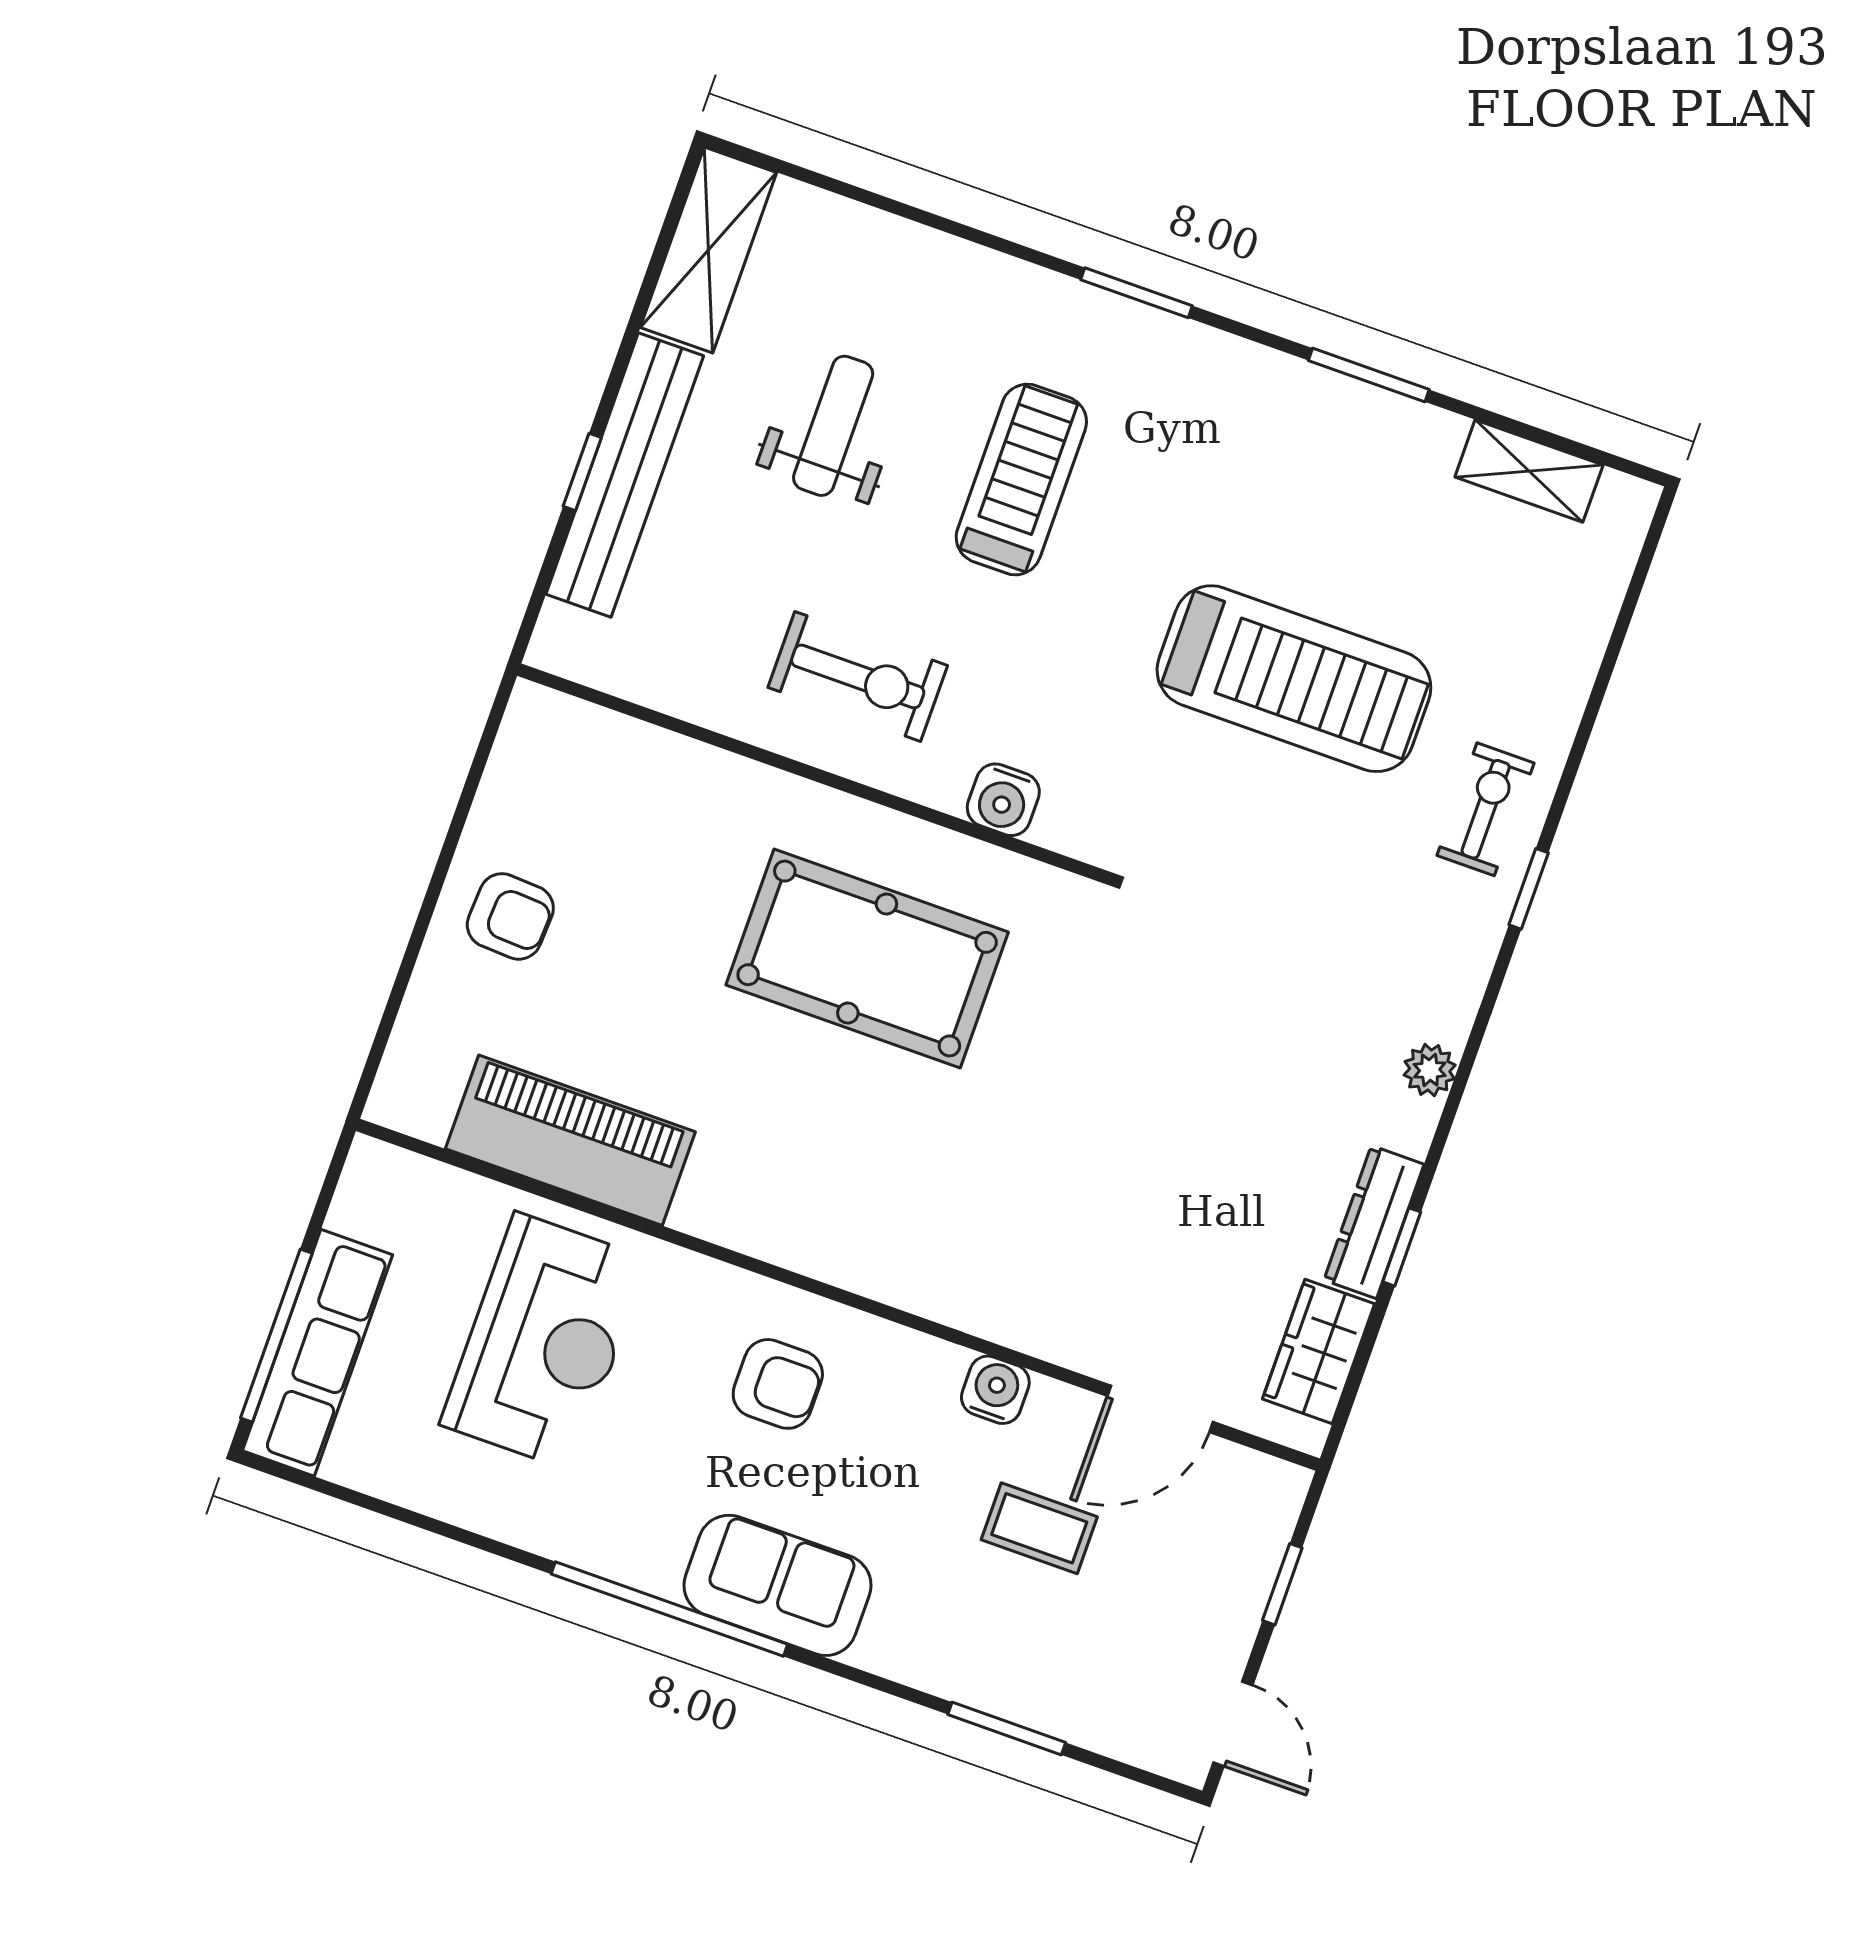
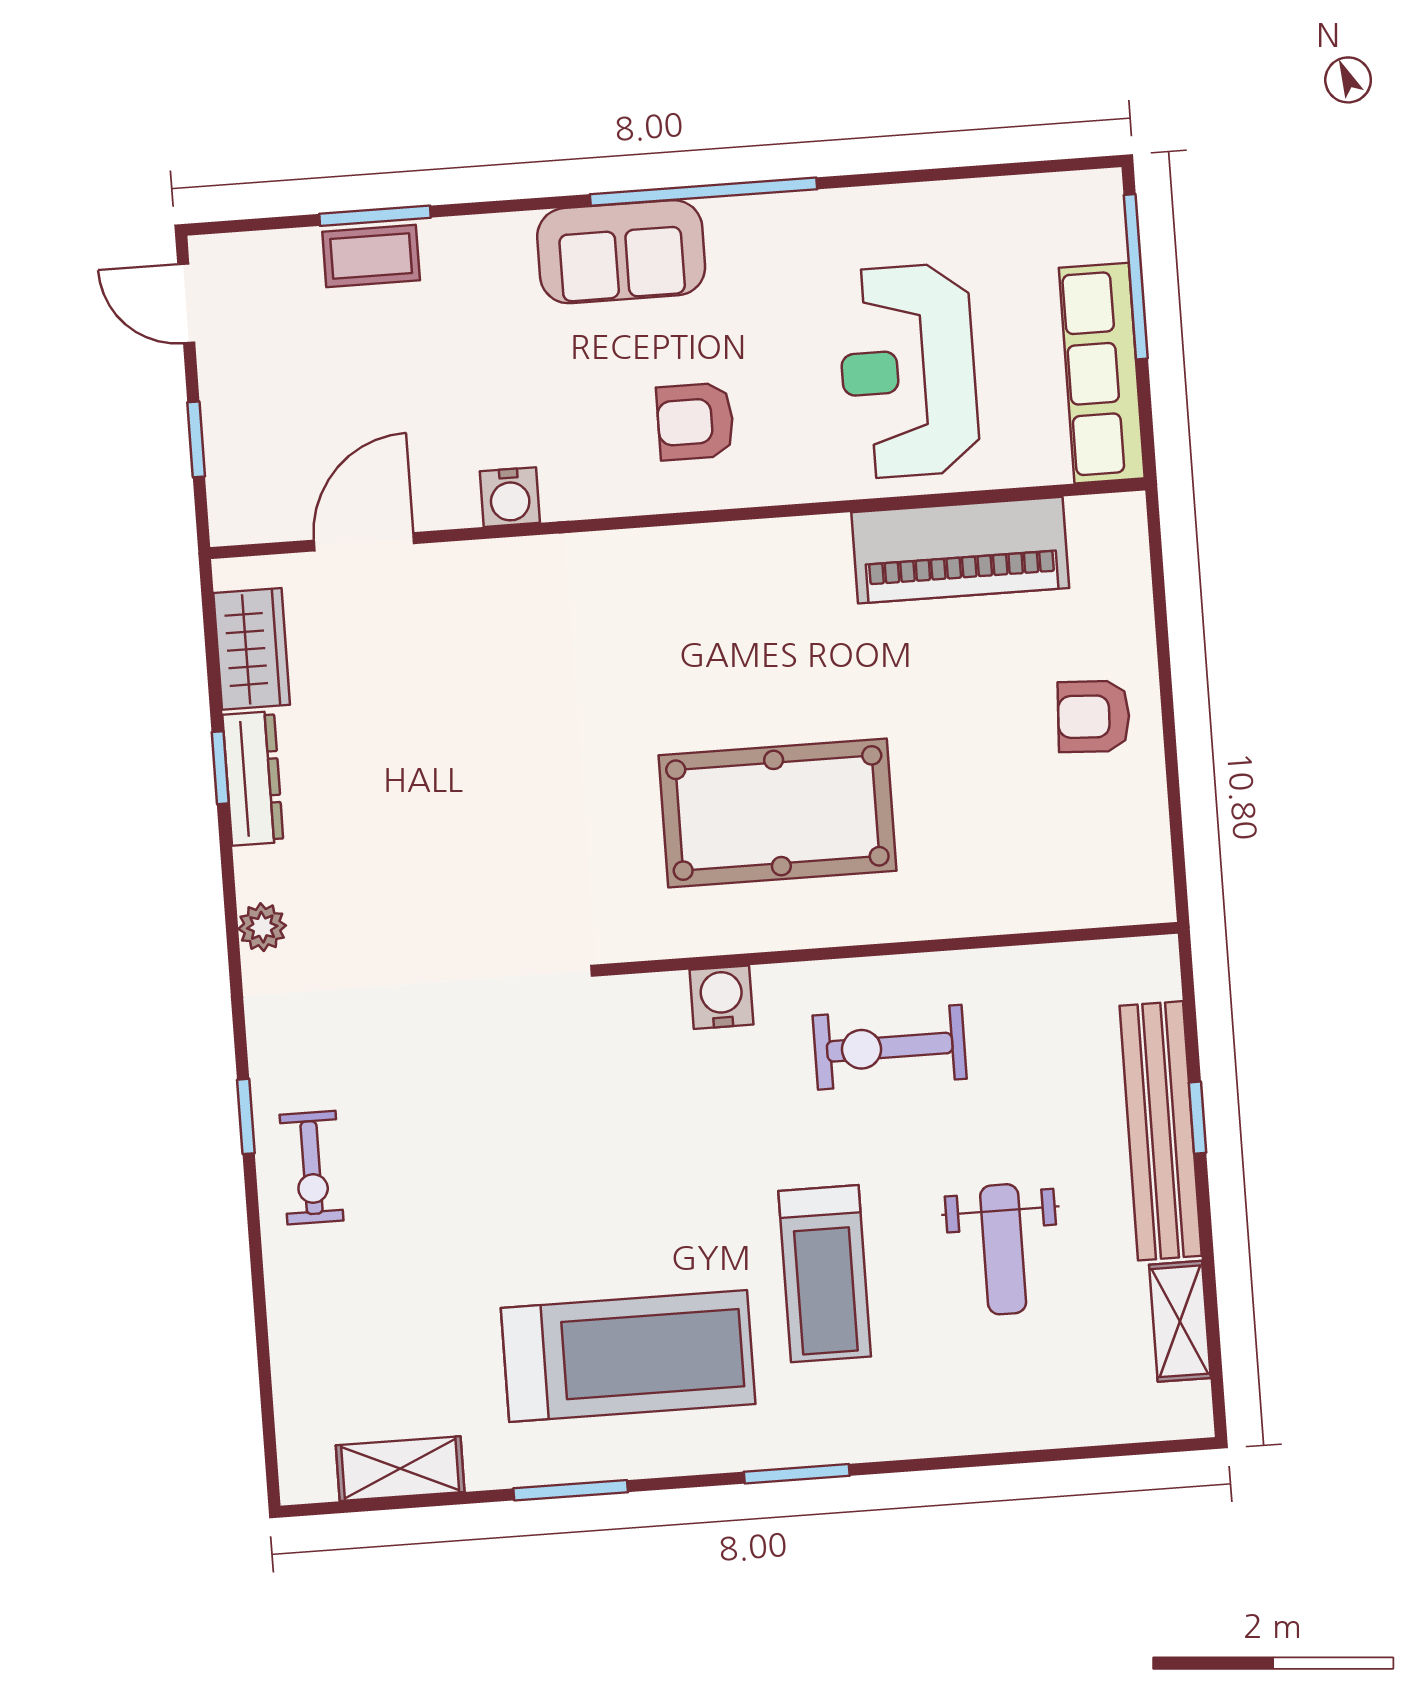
shelving: (708, 250) -> (1180, 1321), width x0.67, depth x0.75
treadmill: (1294, 679) -> (628, 1356), moved, turned 180
row of seats: (318, 1353) -> (1102, 373), moved
coffee table: (1039, 1528) -> (371, 256), moved

